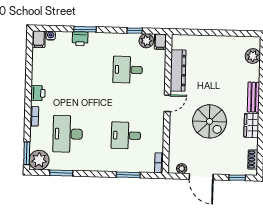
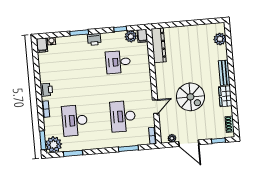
printer: (80, 39) -> (94, 39), moved
dresser: (178, 70) -> (159, 45), moved
door: (167, 103) -> (156, 107), moved
desk: (126, 135) -> (123, 116), width x1.37

